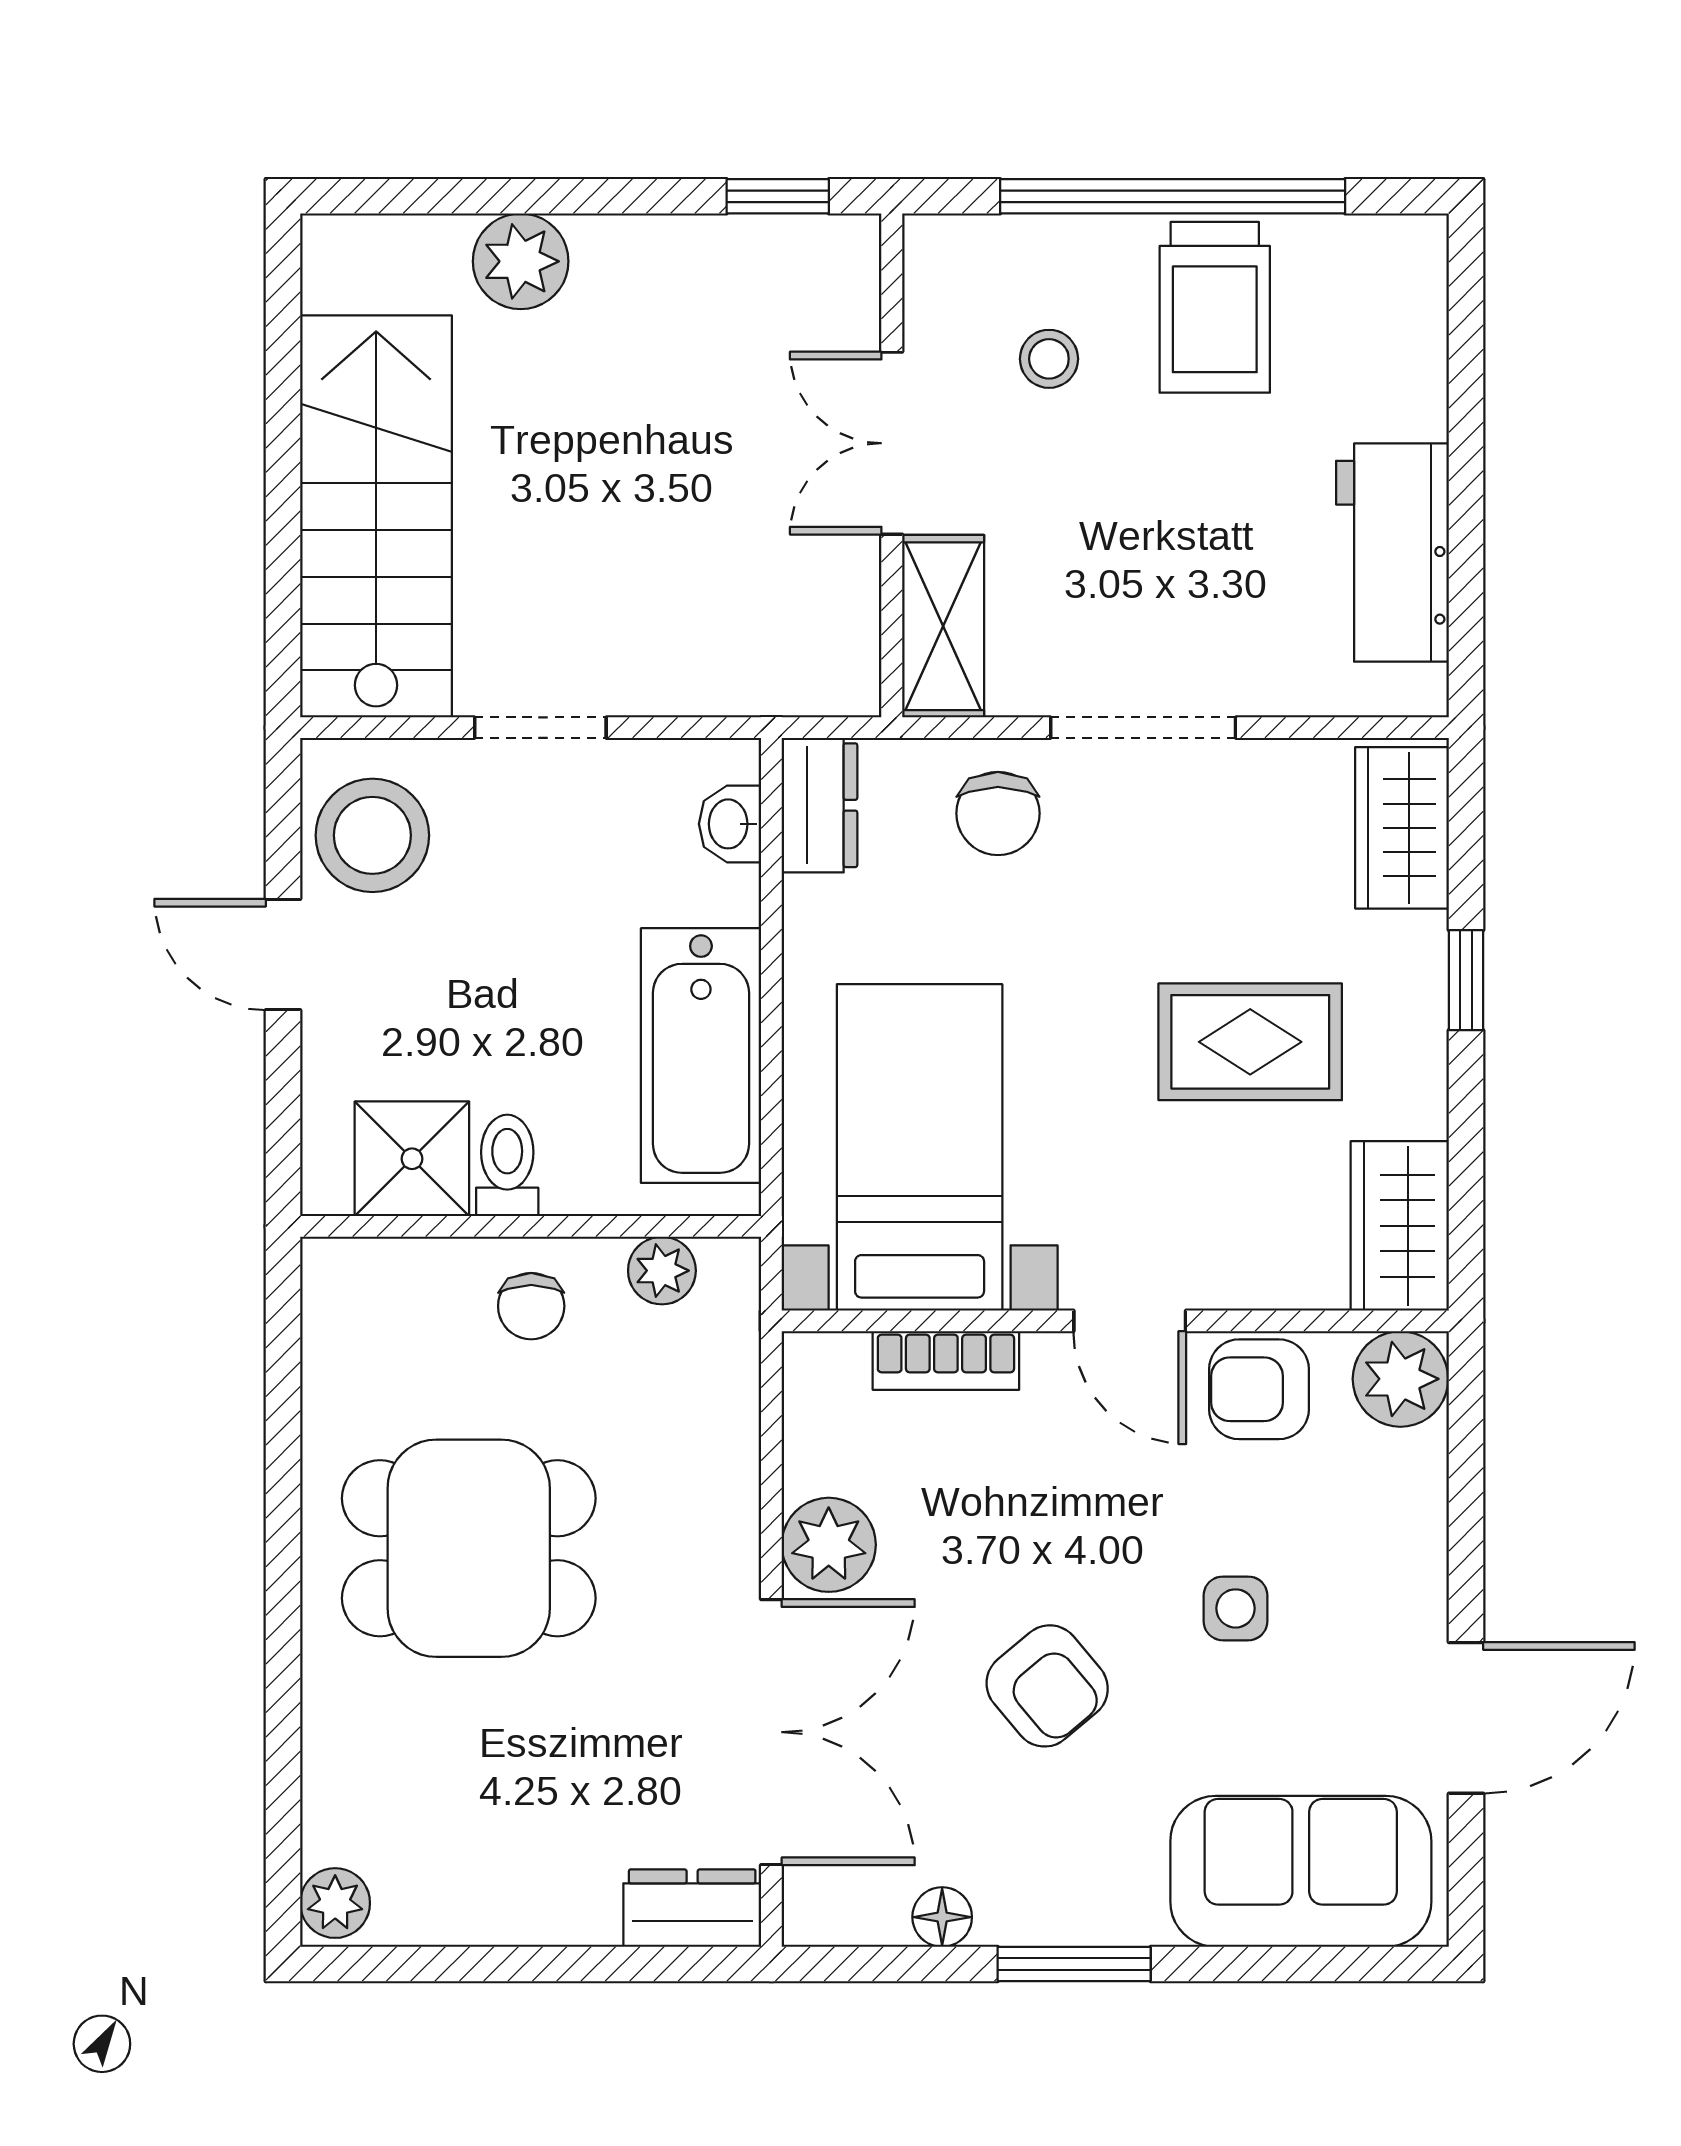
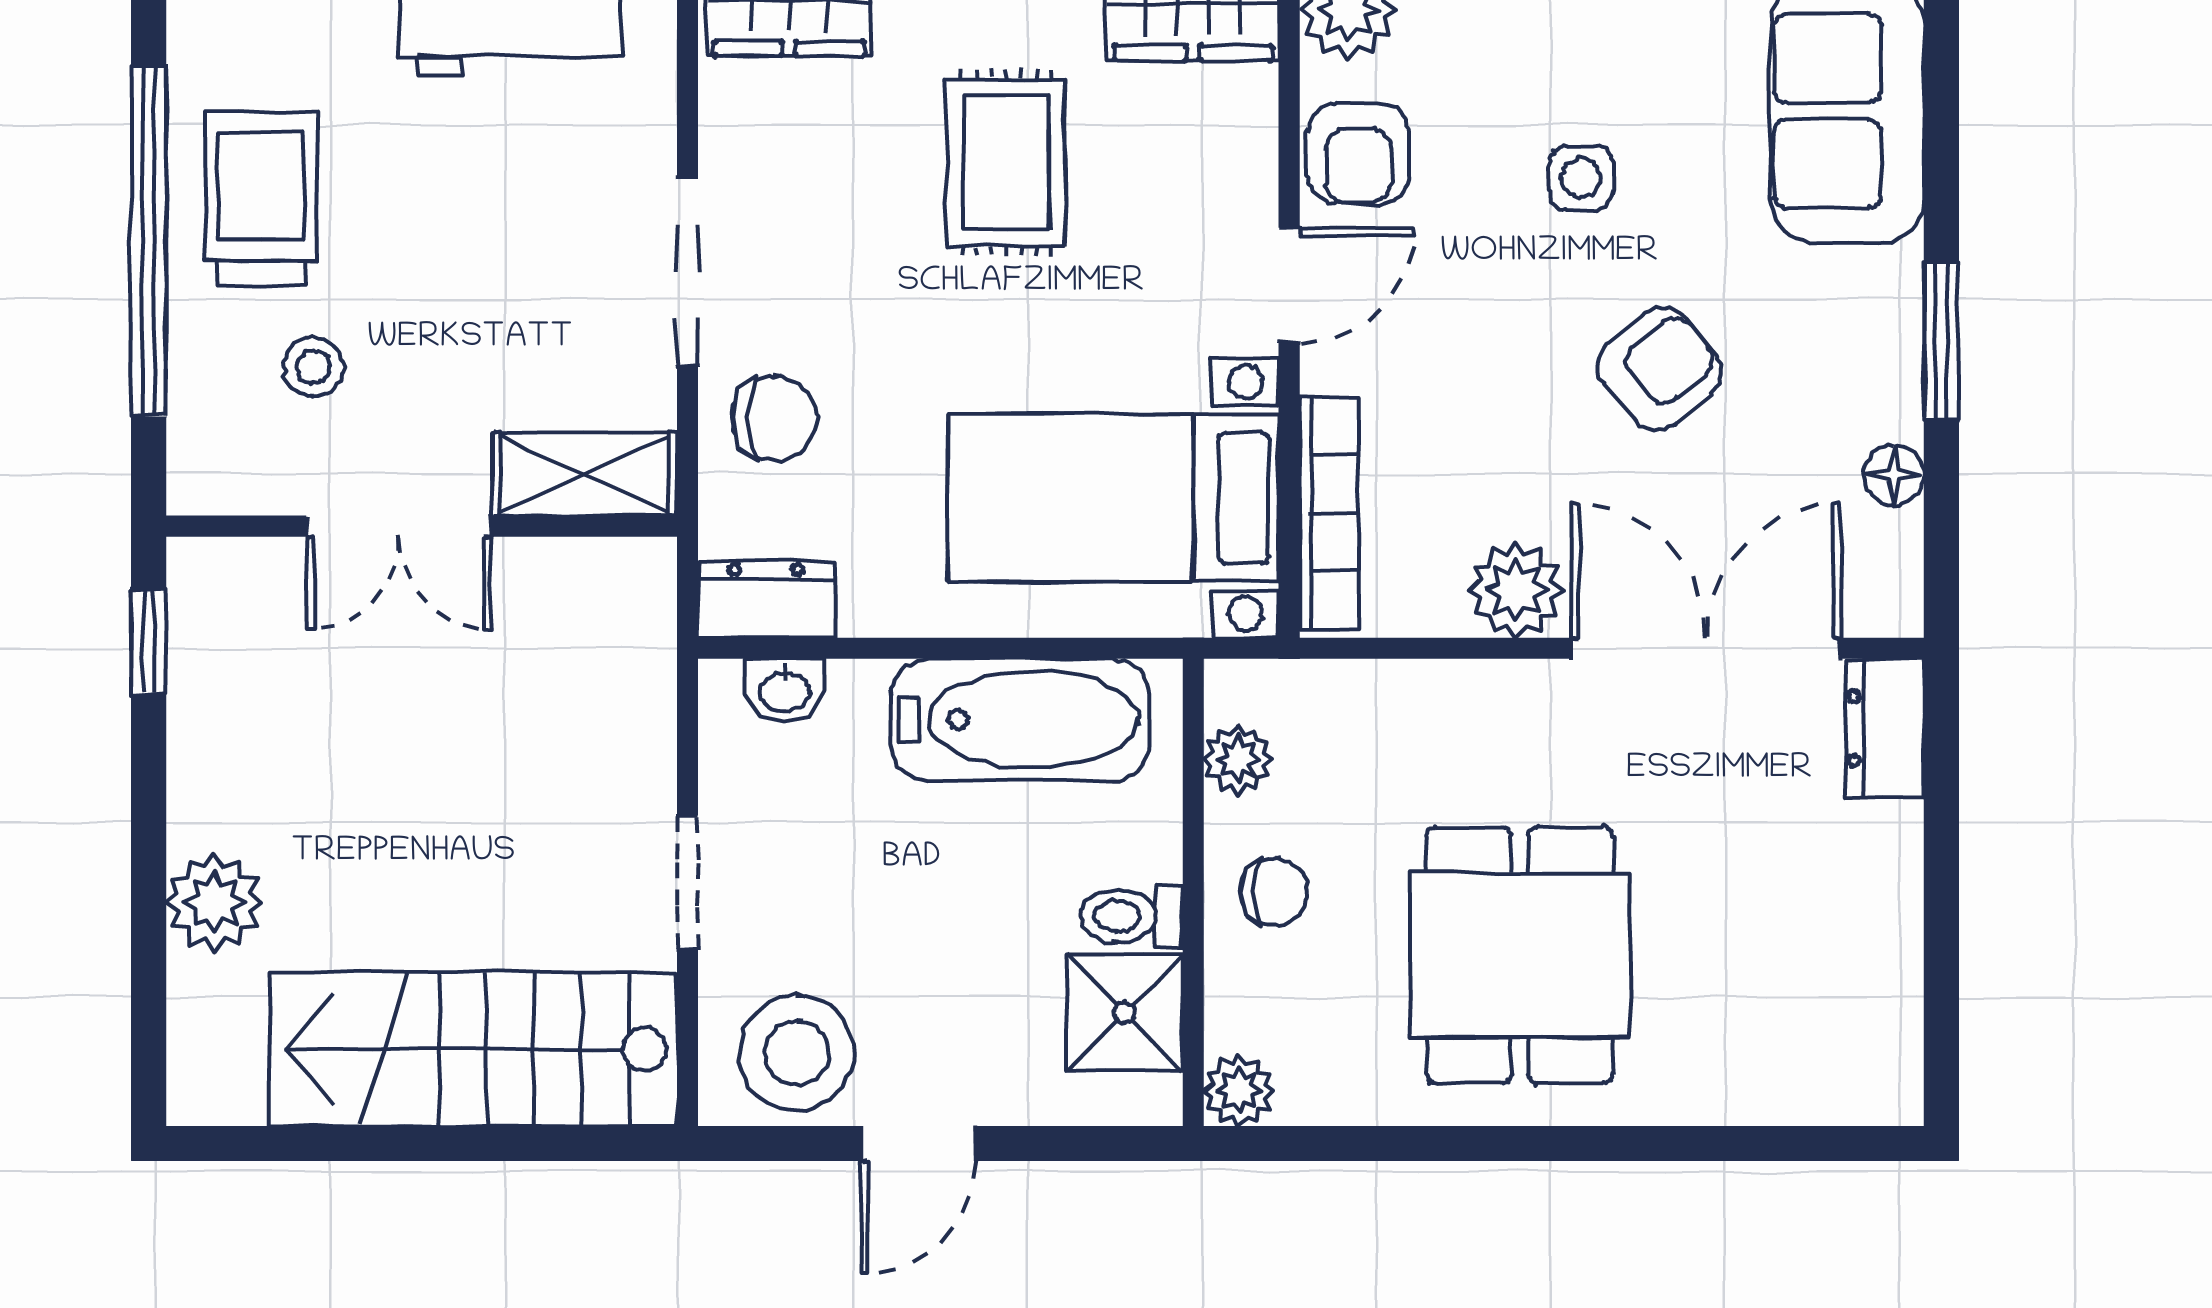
trolley: (1215, 307) -> (261, 199), turned -90
bookcase: (946, 1361) -> (1329, 513), width x1.56
plant: (335, 1903) -> (1239, 1091), moved

